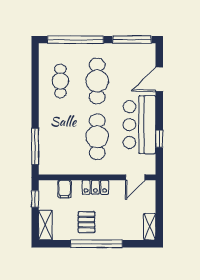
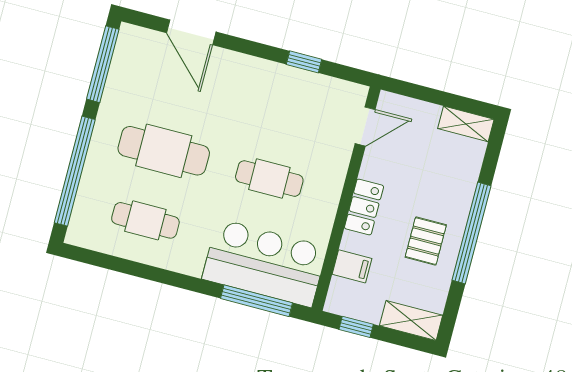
bar counter: (139, 125) -> (265, 263), moved, turned 180
cafe table: (97, 137) -> (269, 179), width x0.73, depth x0.74
door: (135, 177) -> (365, 127), hinge flipped
pallet: (87, 222) -> (426, 241), turned 90

